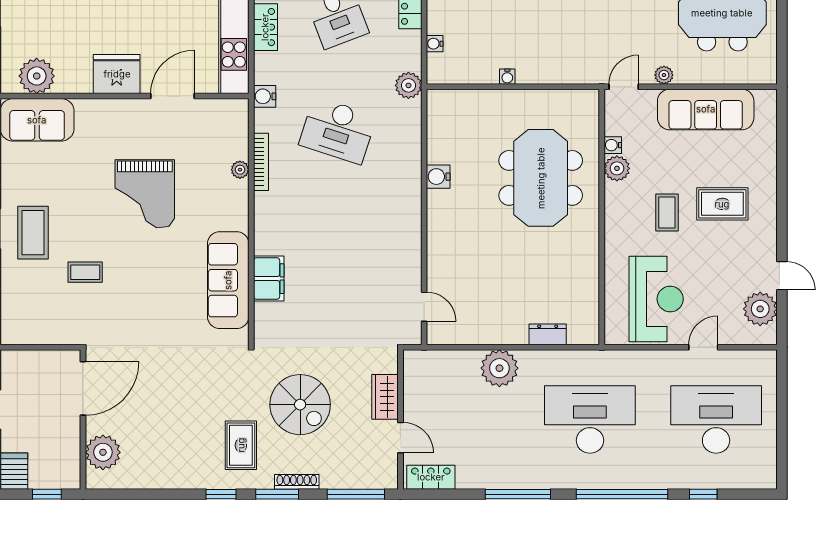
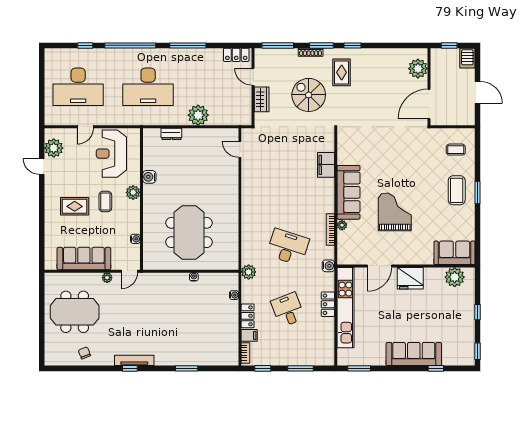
plant: (617, 168) -> (133, 192), moved
water cooler: (438, 177) -> (149, 177), moved, turned 180
meeting table: (541, 178) -> (189, 232), moved
coffee table: (85, 272) -> (456, 150), moved
sofa: (228, 280) -> (349, 192), moved

